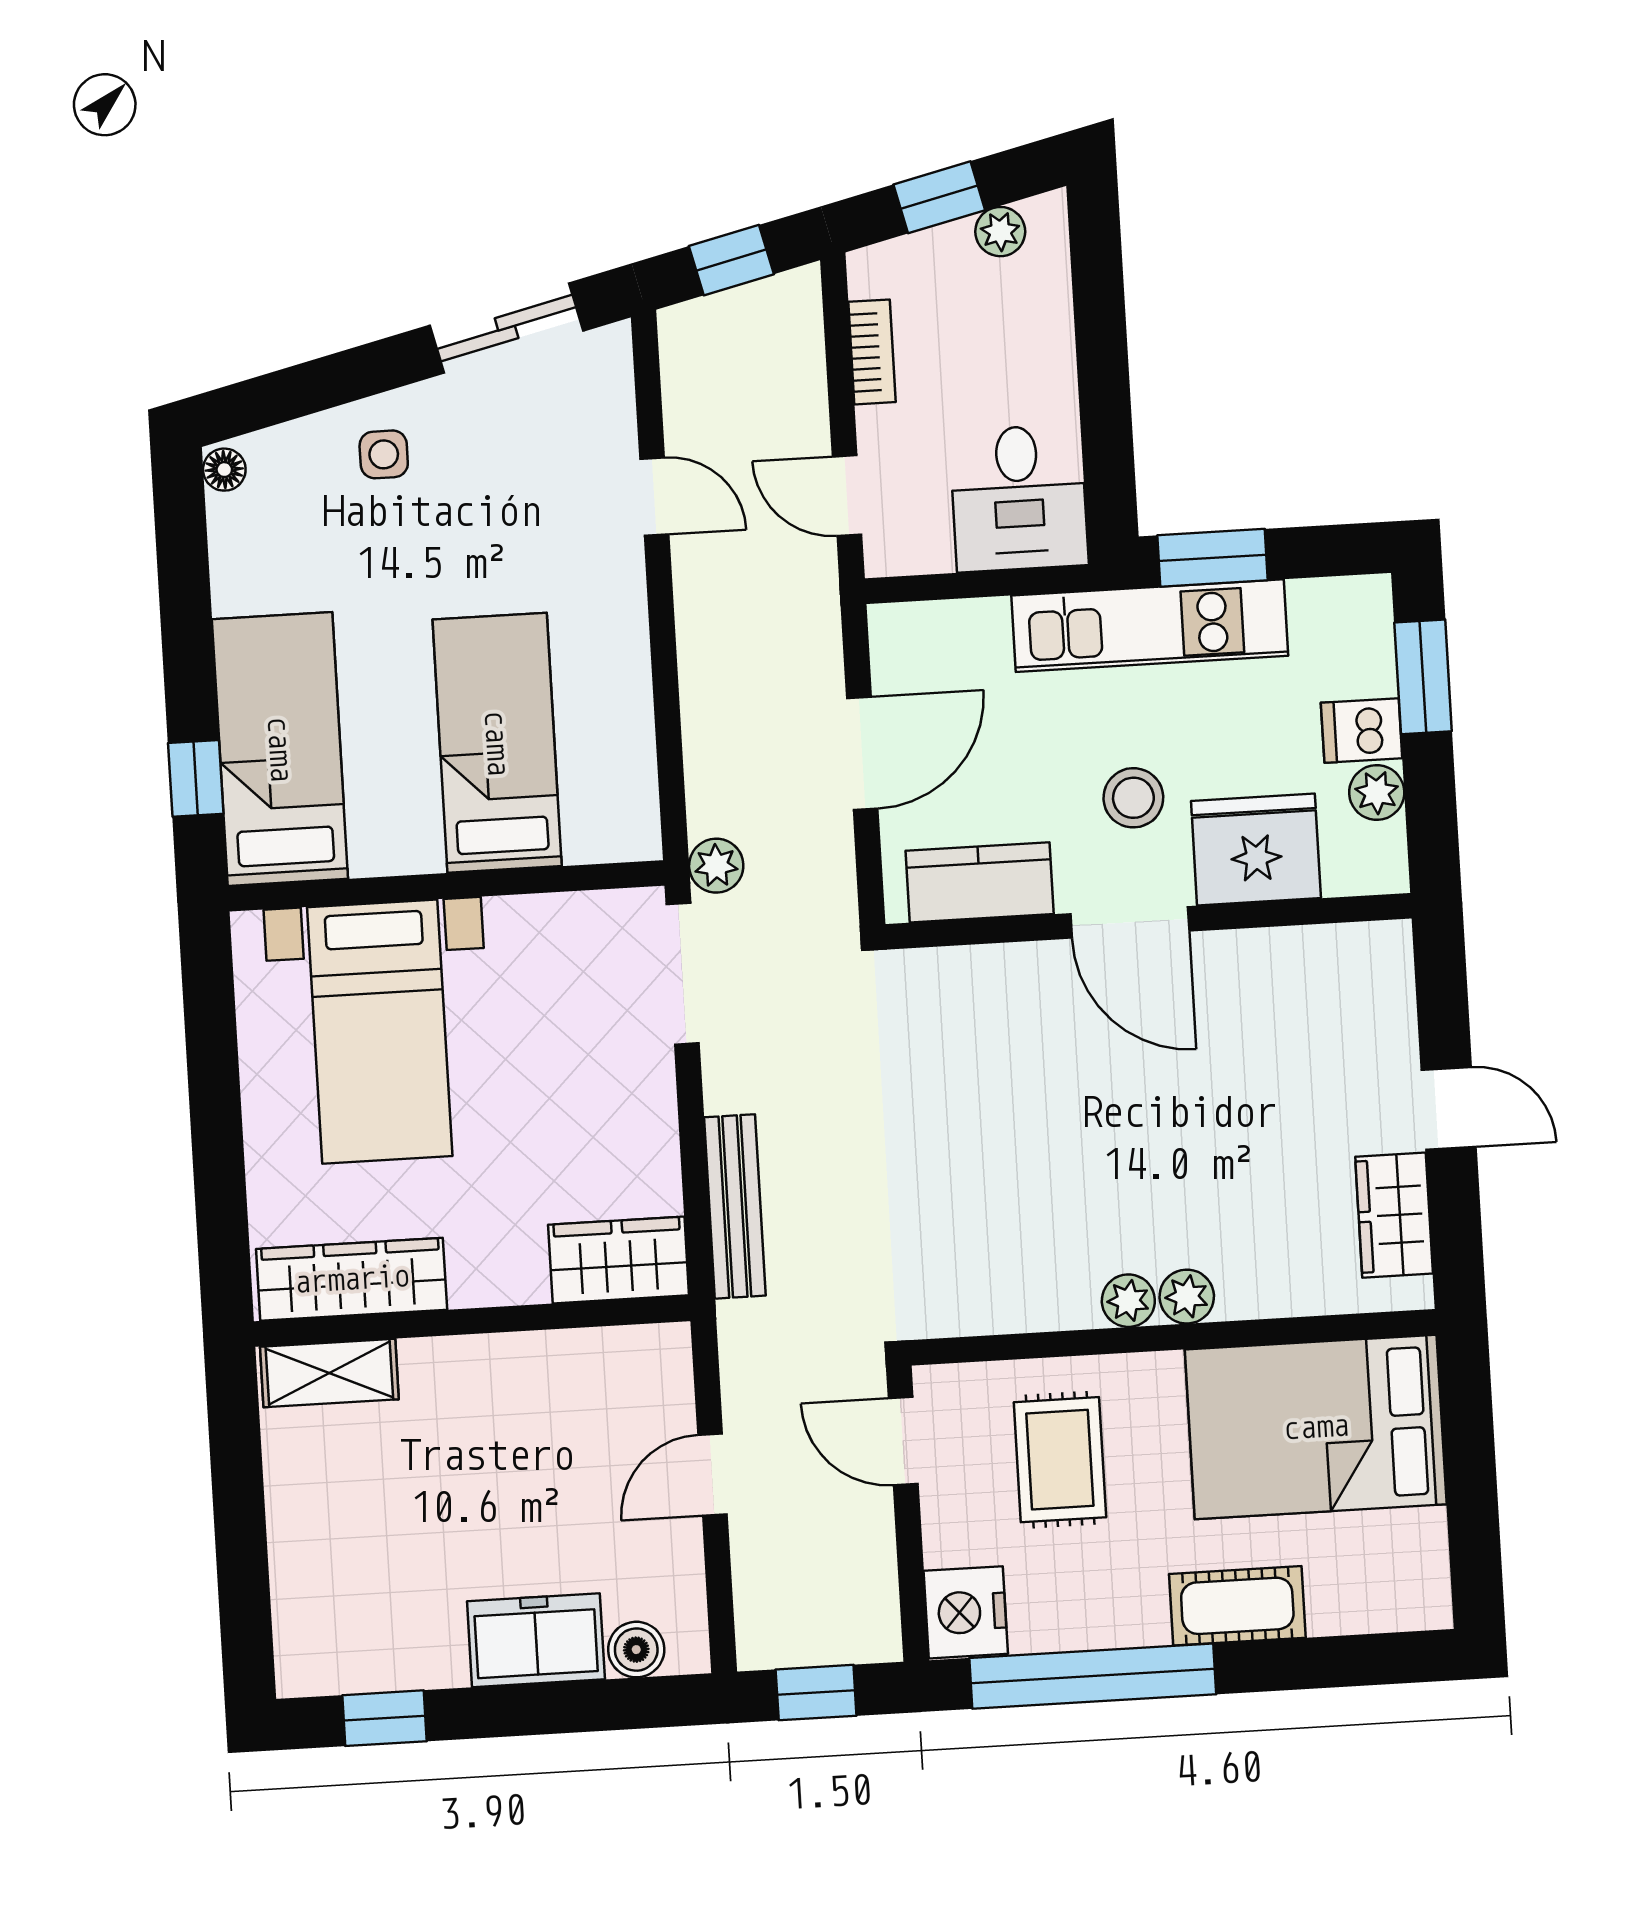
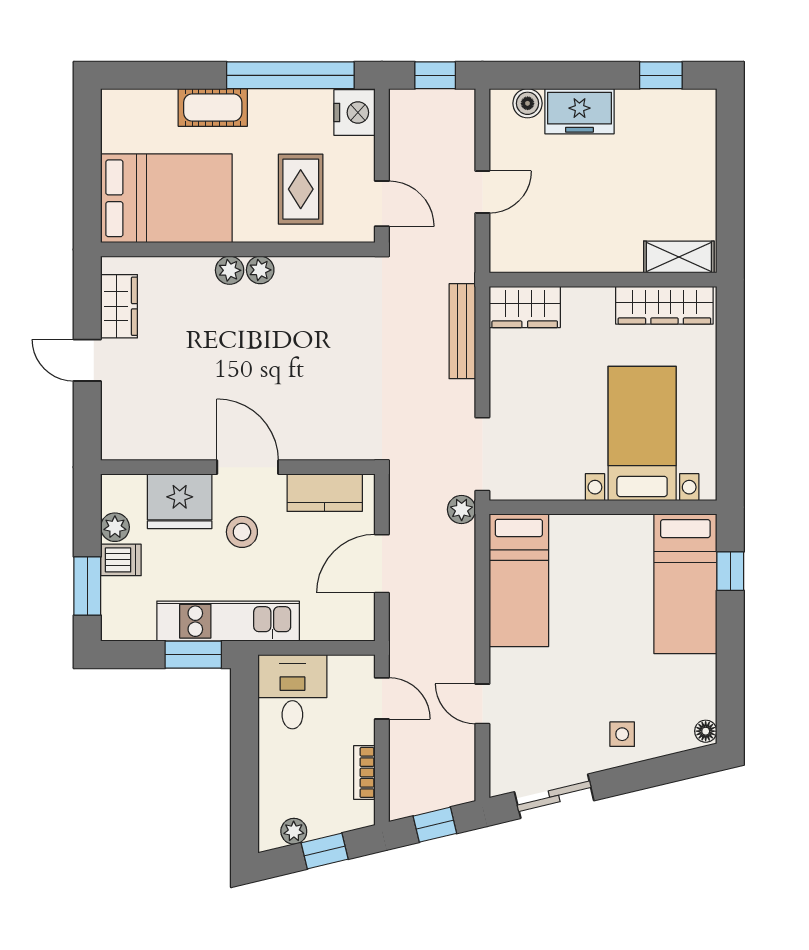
bed: (497, 743) -> (519, 580), moved

